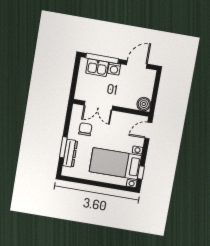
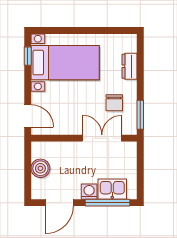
boiler: (144, 104) -> (40, 168), moved
door: (148, 130) -> (28, 116), hinge flipped
window: (63, 147) -> (140, 115), moved
dresser: (70, 153) -> (130, 66), width x0.70

